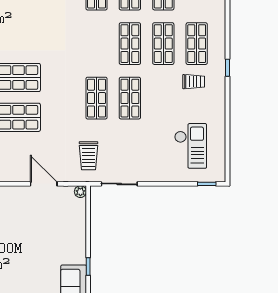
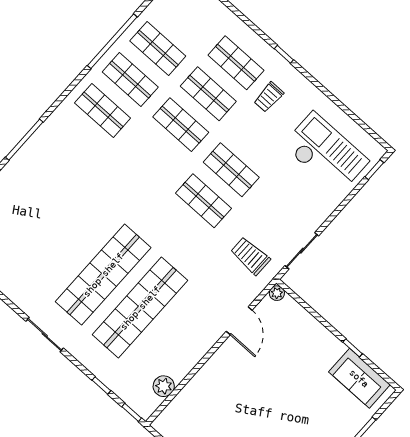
trolley: (194, 82) -> (269, 97), turned 180
checkout: (191, 146) -> (326, 153), width x1.36, depth x1.21
trolley: (88, 156) -> (250, 256), turned 180
door: (44, 184) -> (239, 321), swing flipped

